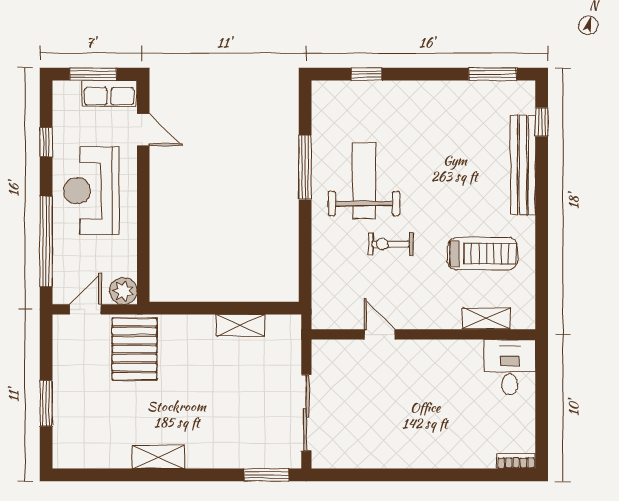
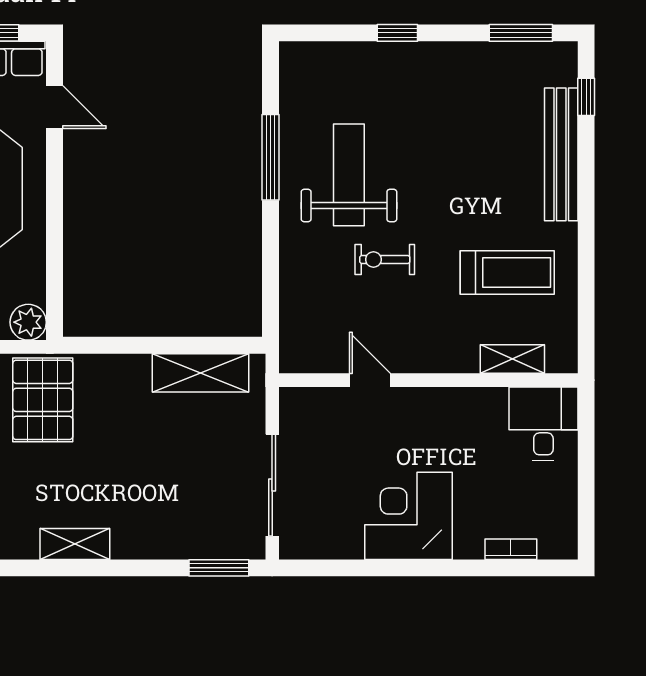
window: (367, 74) -> (397, 33), moved
shelving: (241, 325) -> (200, 373), width x1.50, depth x1.33
corner desk: (408, 436) -> (408, 516), added
bookcase: (516, 461) -> (511, 549), moved

